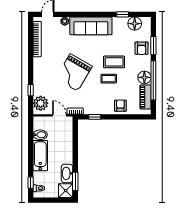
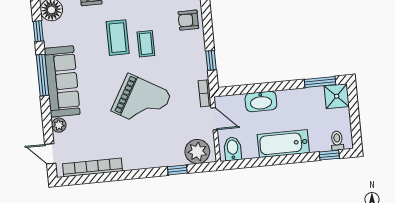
window: (96, 14) -> (43, 75), added
door: (59, 115) -> (214, 119), swing flipped
bidet: (40, 135) -> (233, 149), moved
washbasin: (67, 173) -> (261, 101), moved

